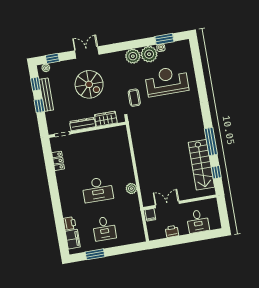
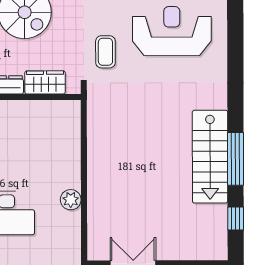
stairs: (201, 165) -> (210, 157), moved
plant: (131, 189) -> (71, 200), moved

